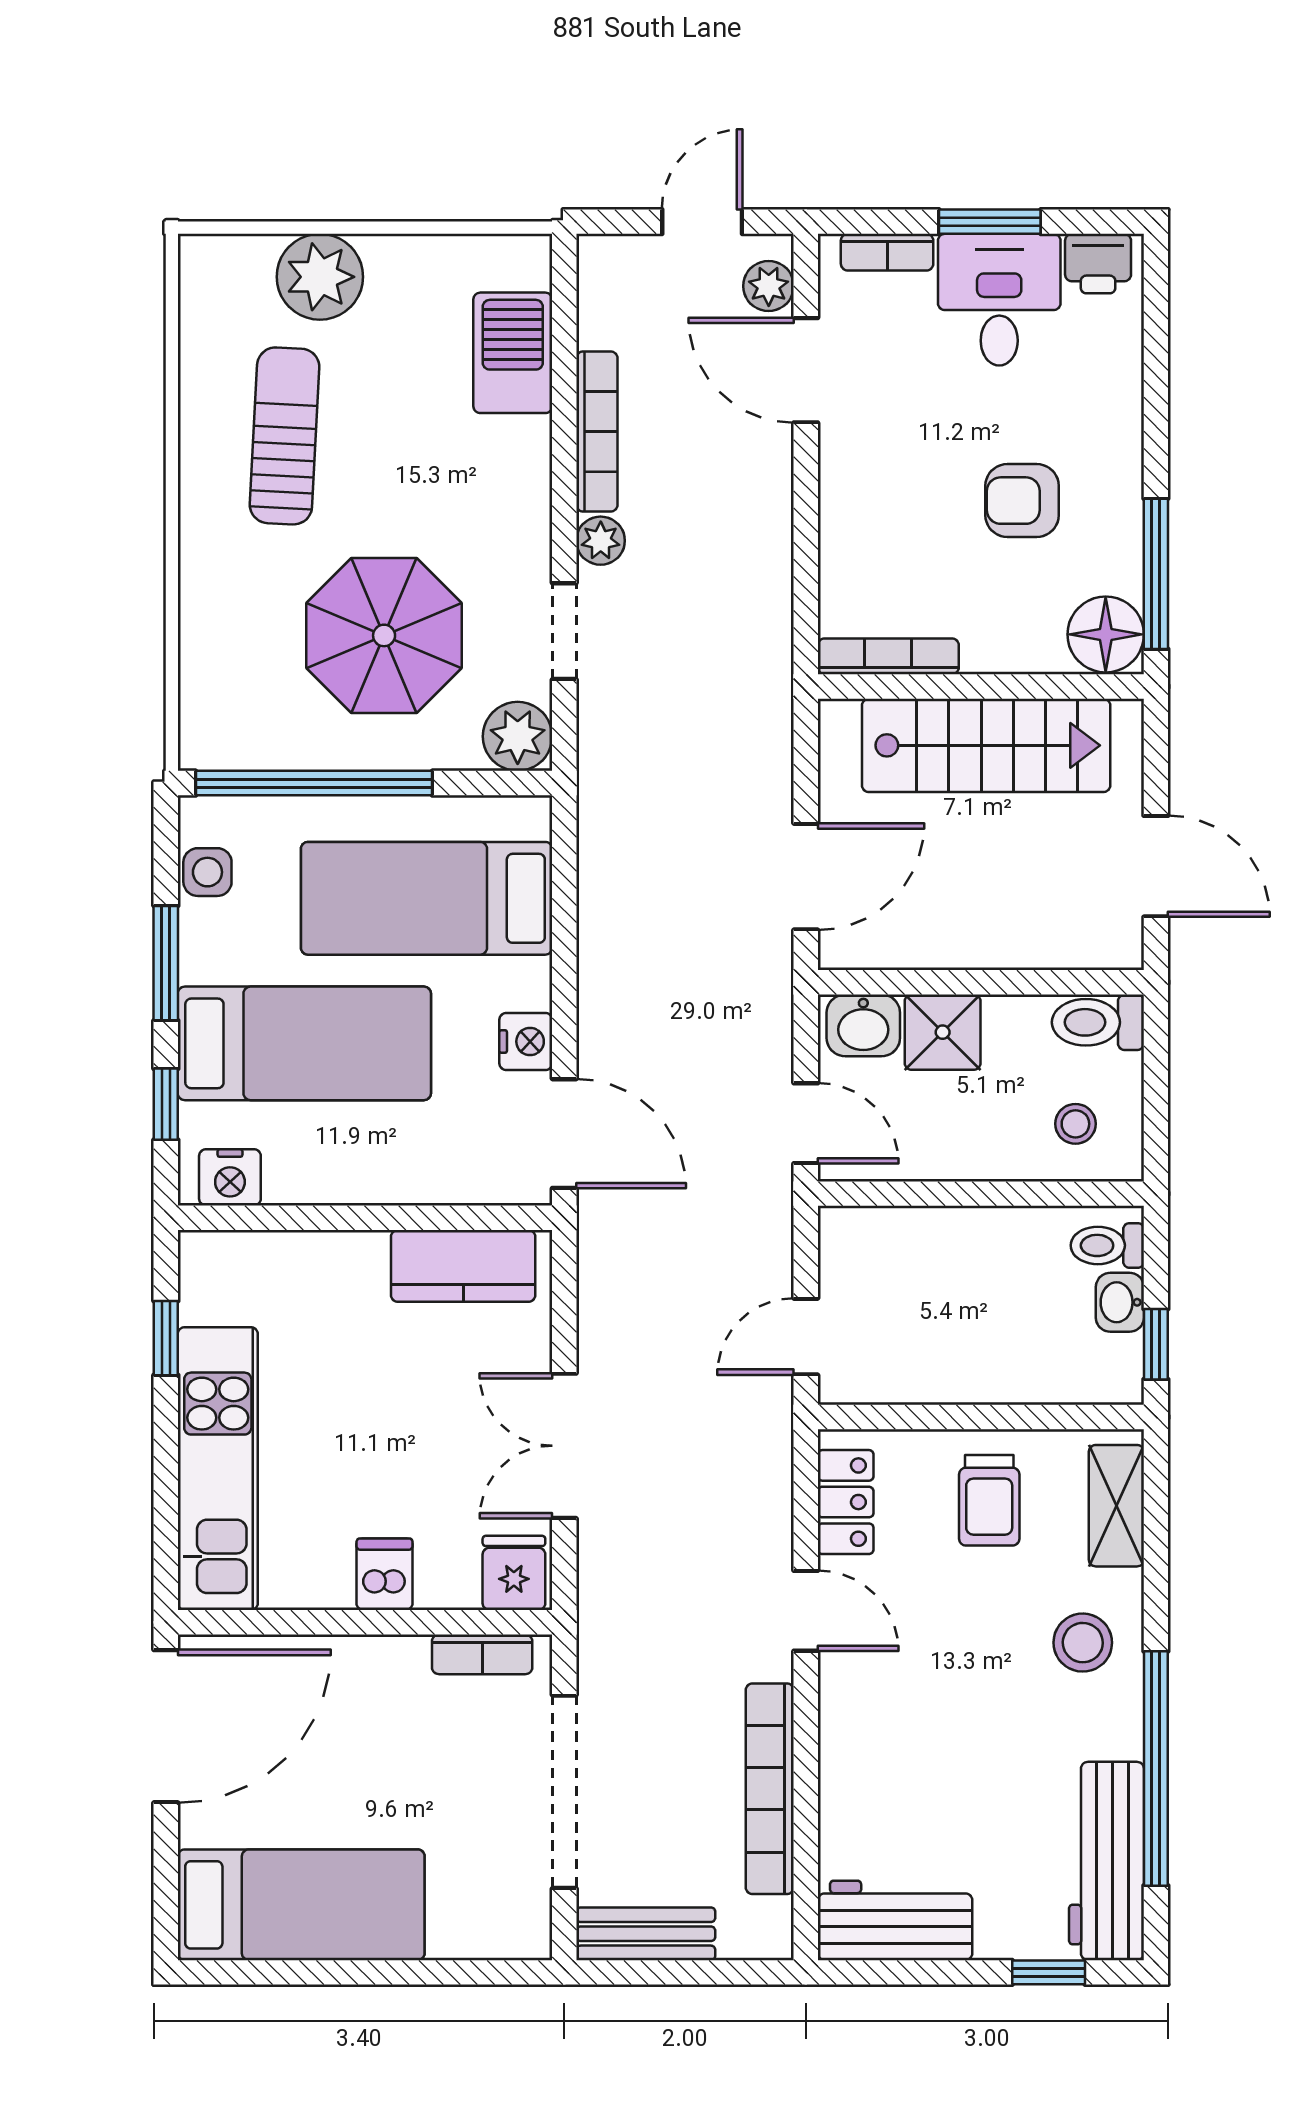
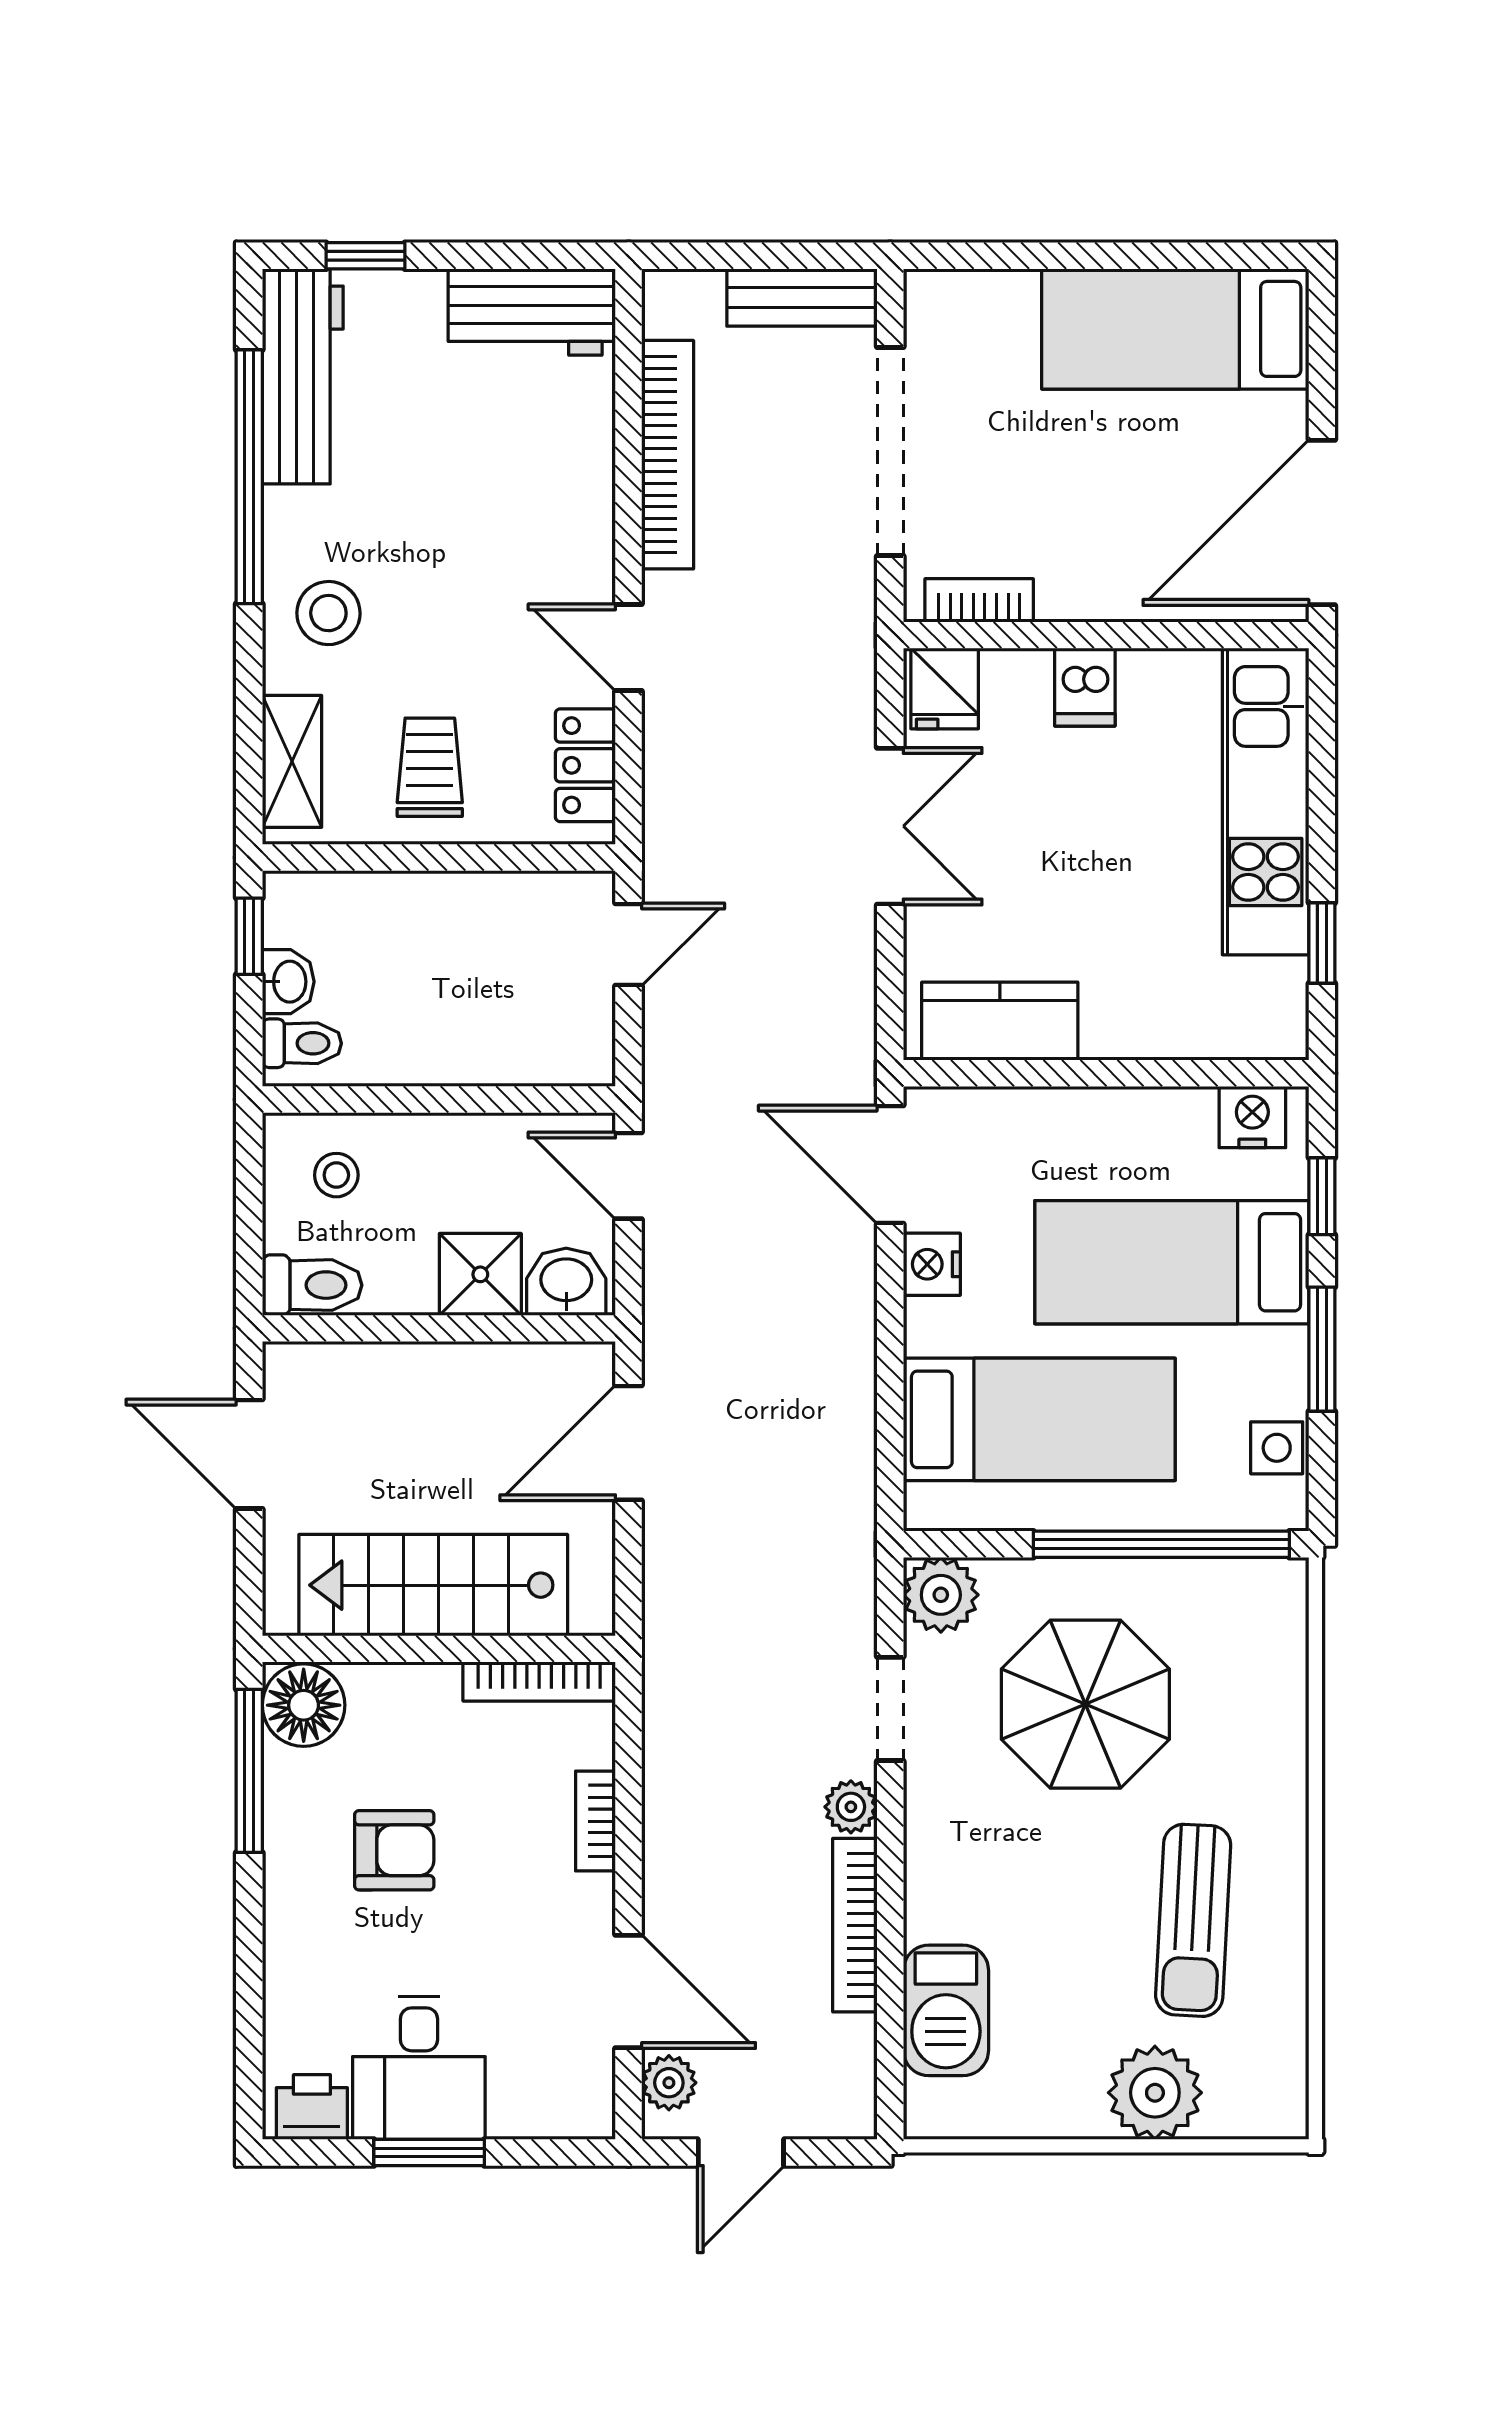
bookcase: (887, 252) -> (596, 1821), moved, turned -90

